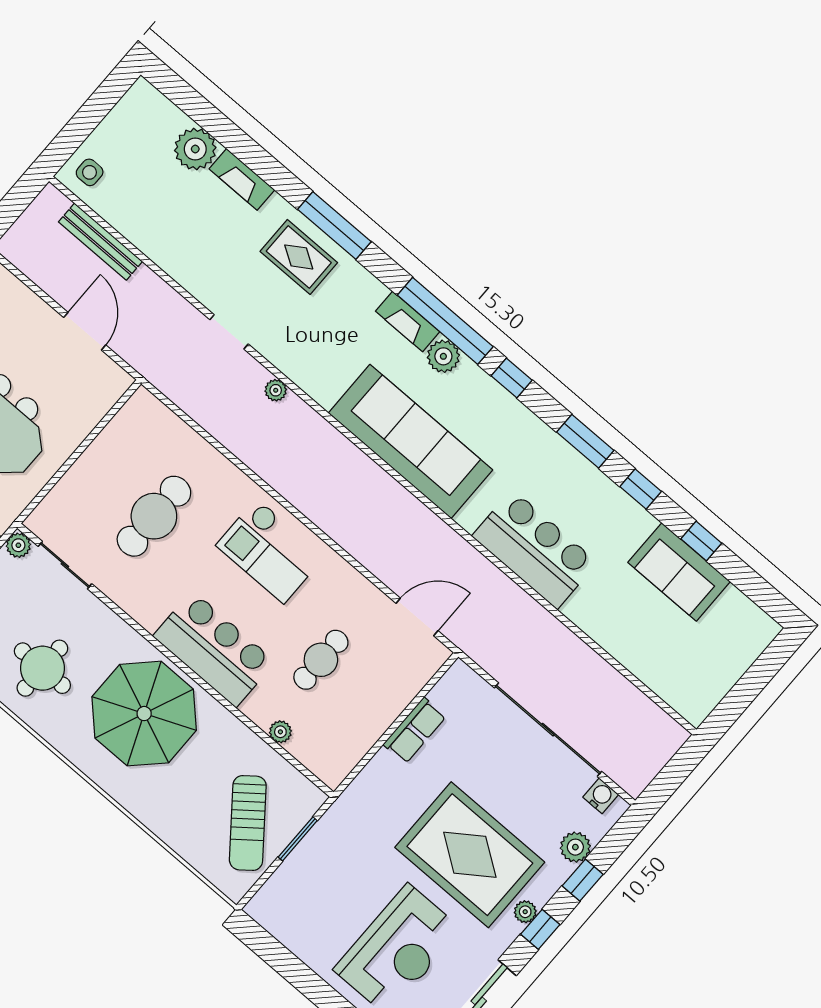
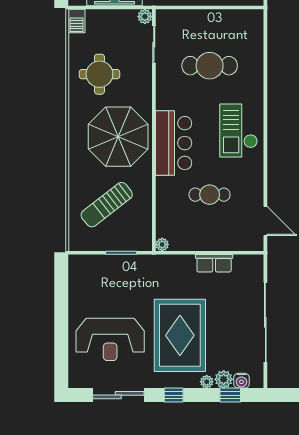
plant: (280, 732) -> (162, 244), moved
water cooler: (601, 796) -> (241, 381), moved, turned 90
sun lounger: (248, 823) -> (107, 205), moved
window: (583, 880) -> (230, 395), moved
plant: (525, 912) -> (207, 382), moved

